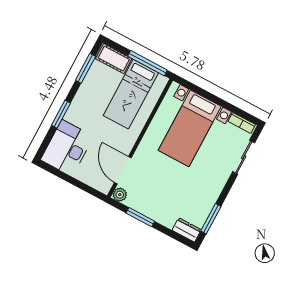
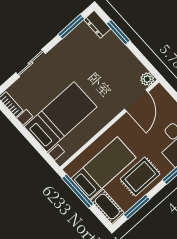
rug: (93, 99) -> (140, 177), added
sliding door: (244, 157) -> (31, 63), moved
window: (140, 217) -> (118, 32), moved

